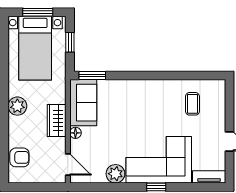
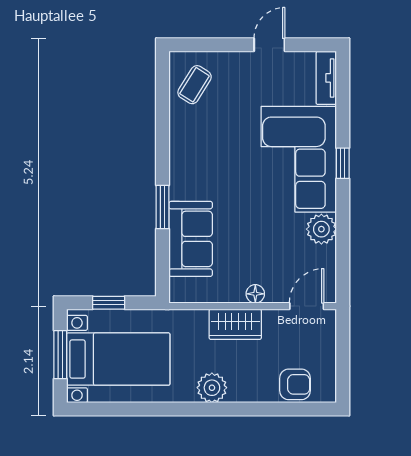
window: (92, 75) -> (162, 207), moved
sofa: (83, 103) -> (191, 239), moved, turned 90
coffee table: (192, 104) -> (195, 85), moved, turned -58
armchair: (19, 157) -> (295, 384), turned 90

